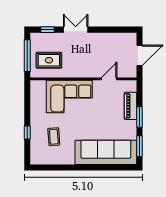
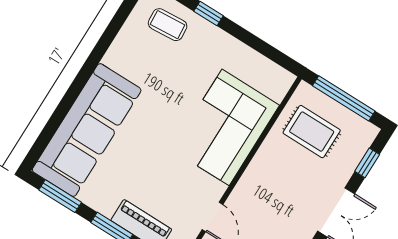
rug: (49, 60) -> (312, 132), turned 90
coffee table: (54, 137) -> (168, 25), moved

